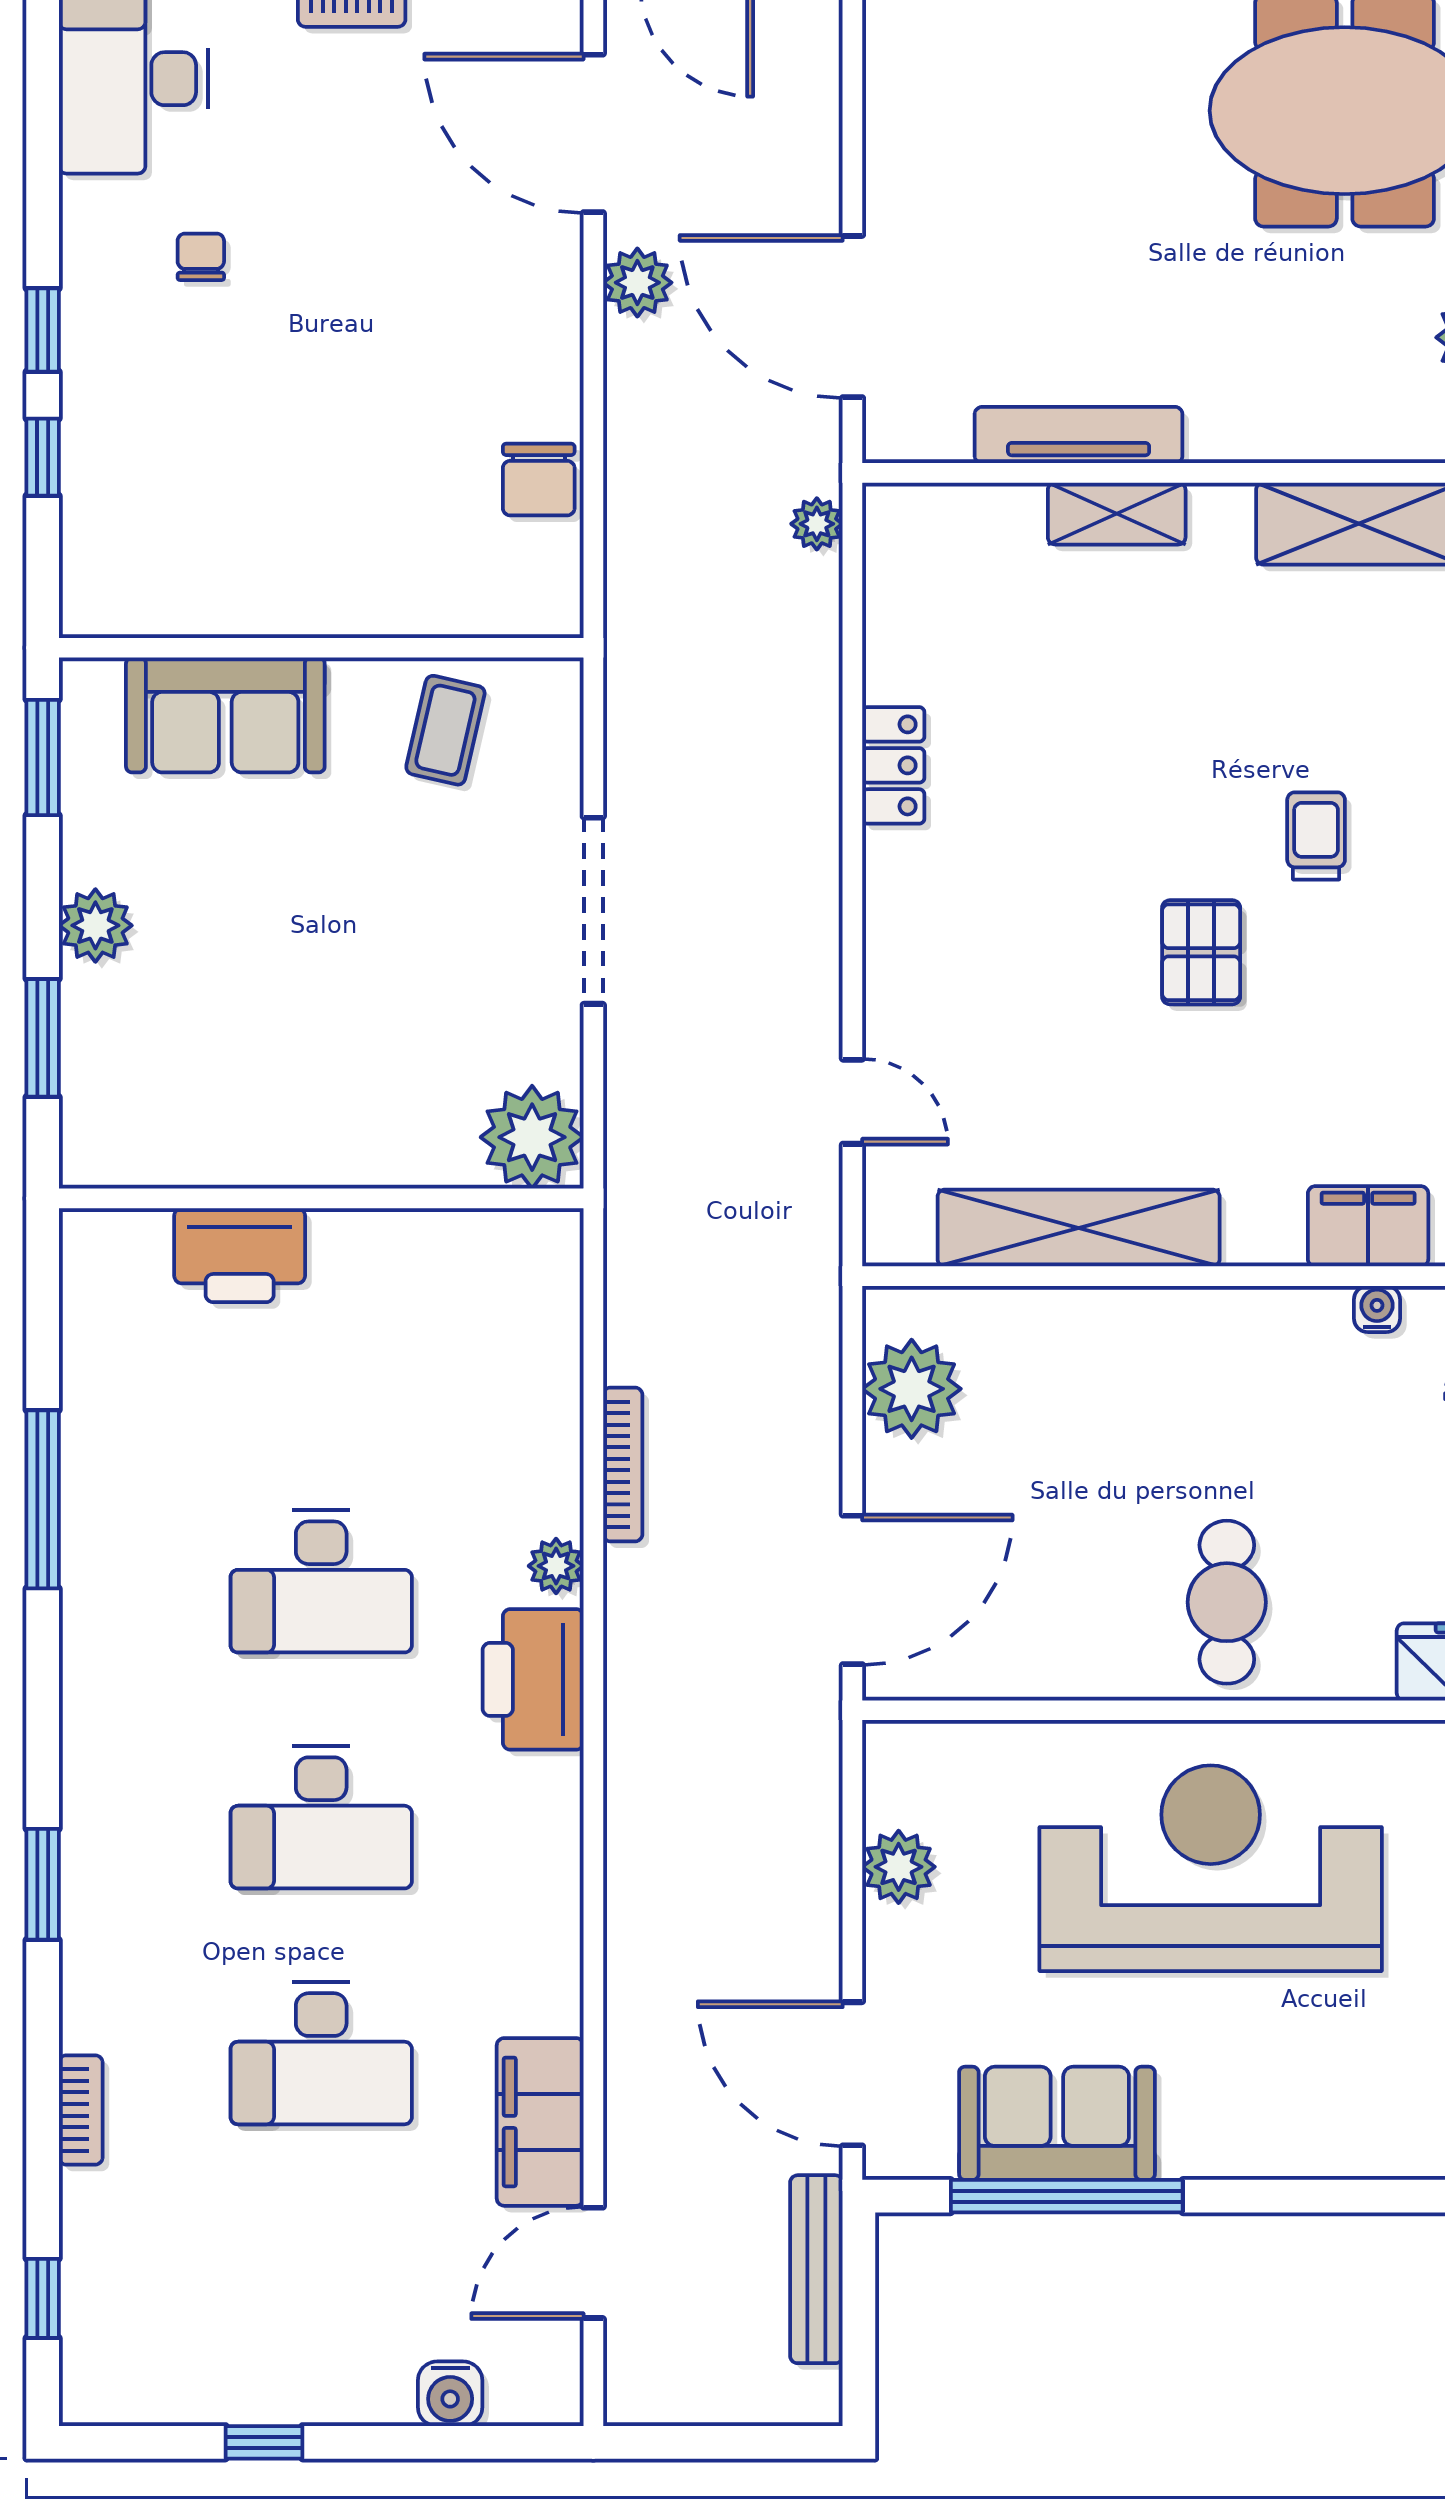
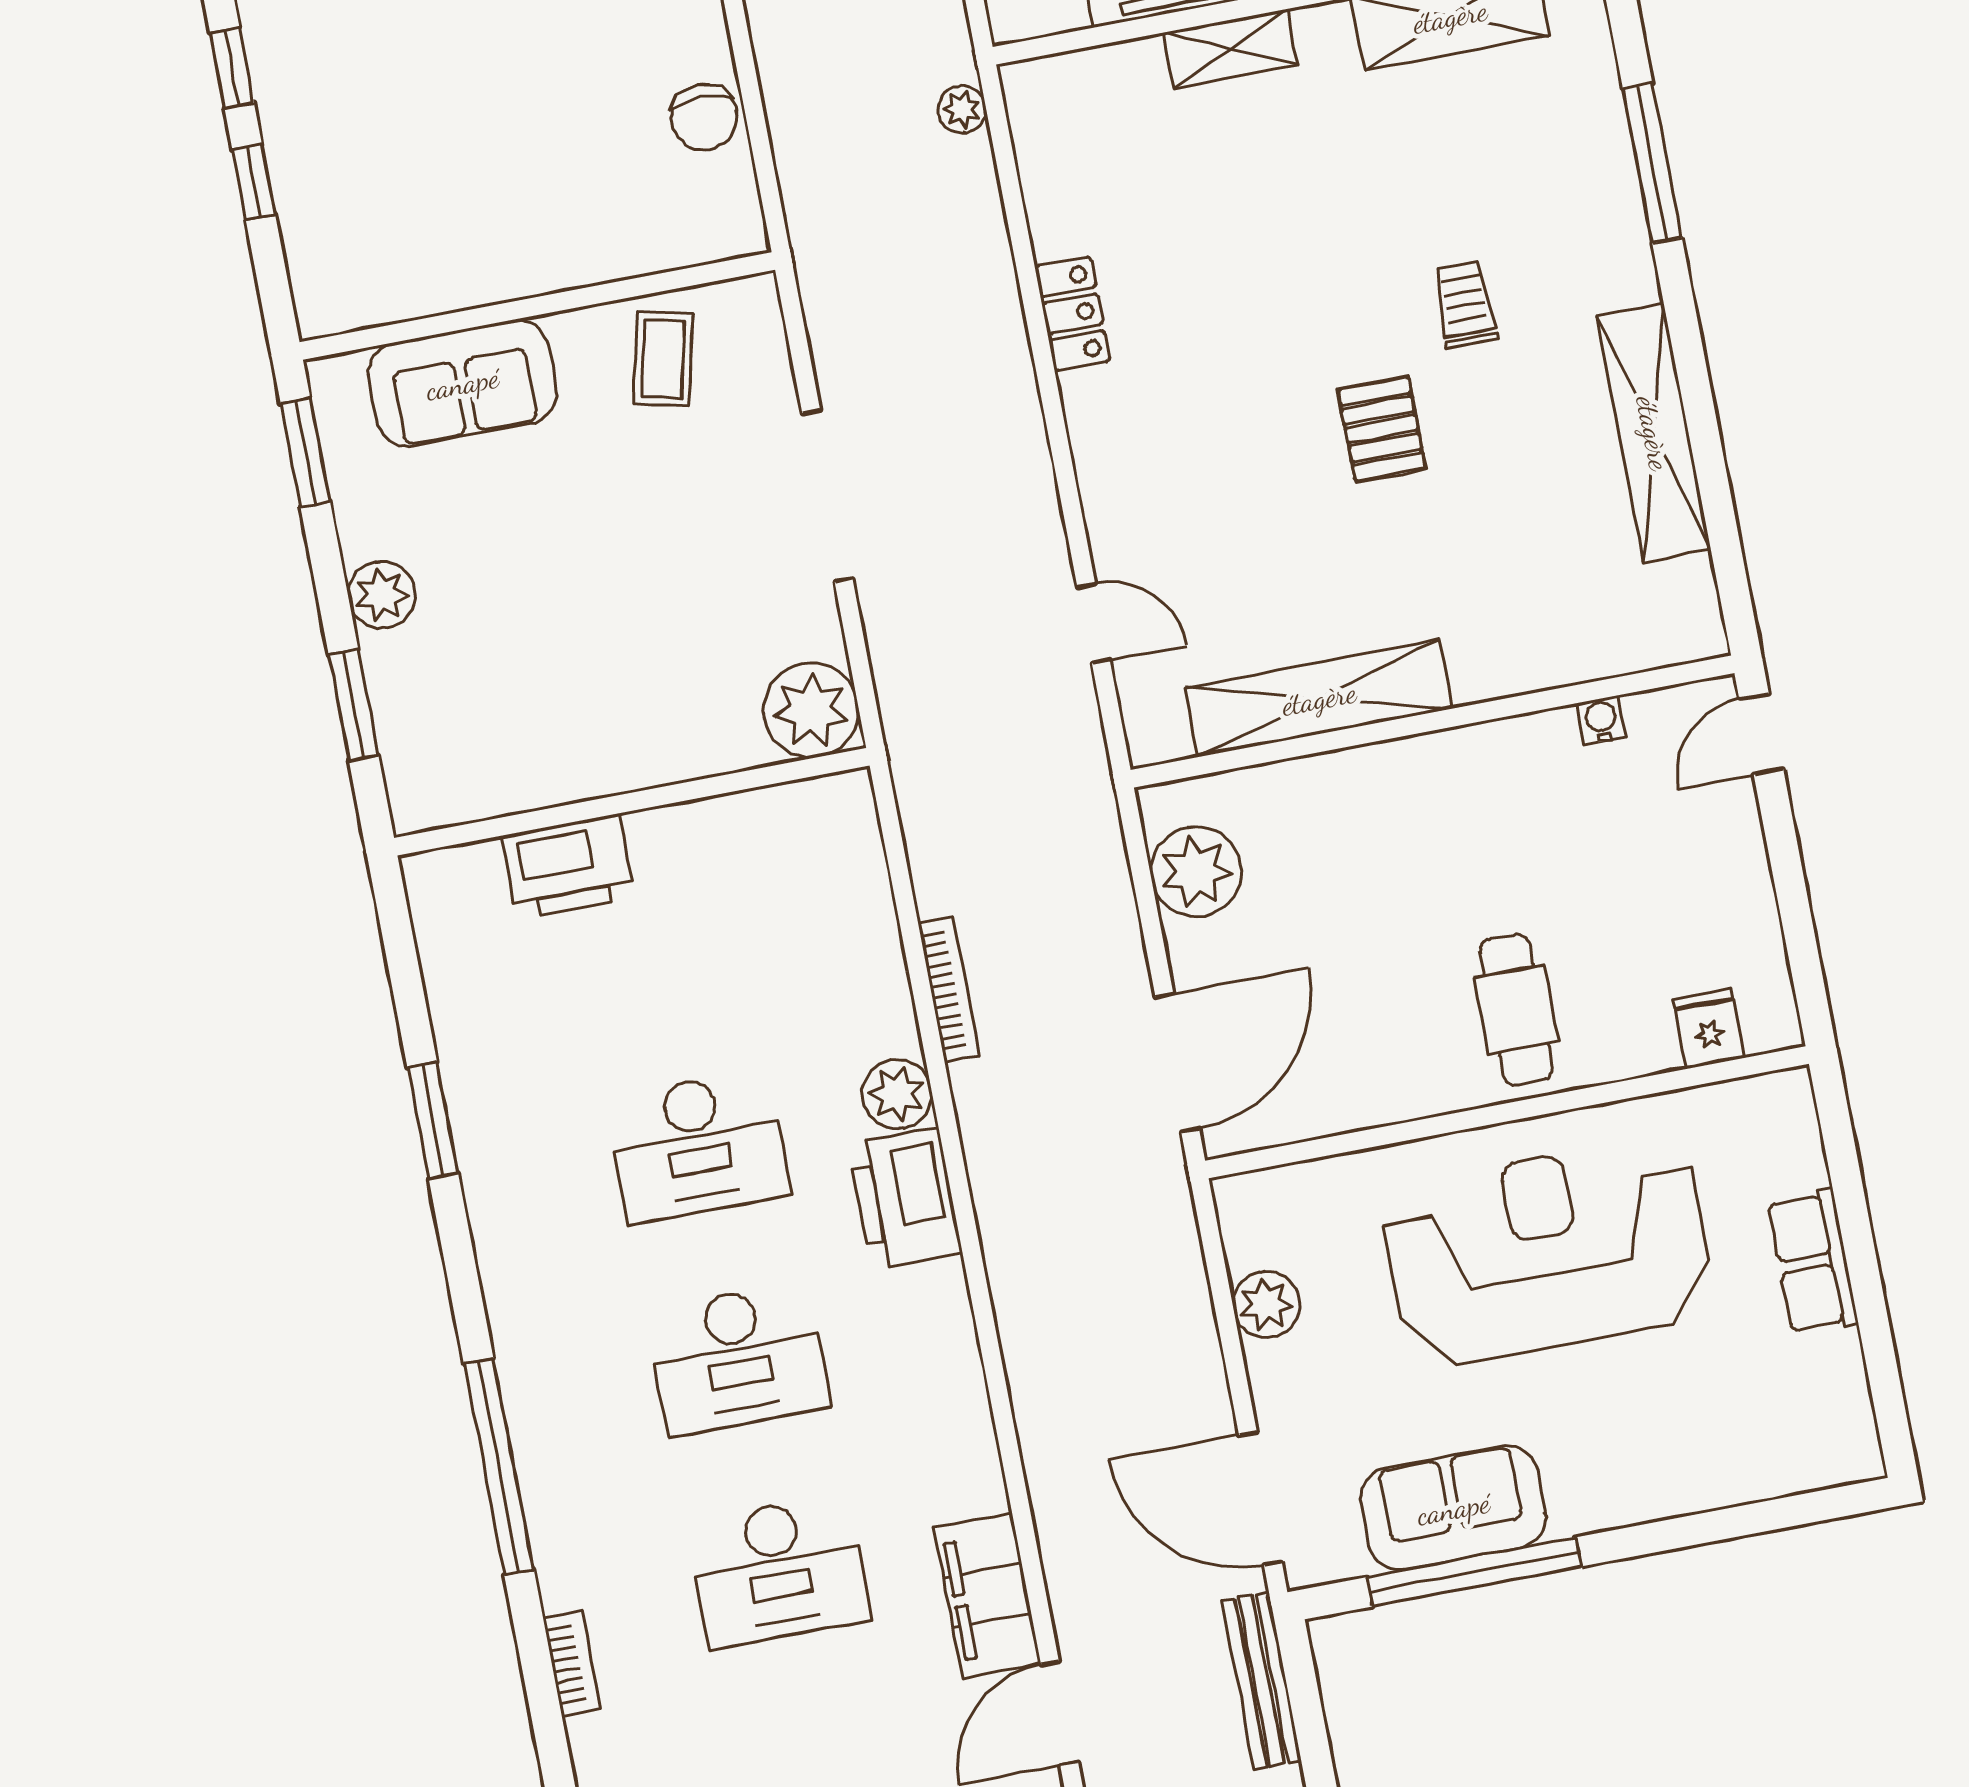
filing cabinet: (1368, 1226) -> (1579, 647), removed
window: (43, 1499) -> (433, 1120), width x0.69
plant: (556, 1566) -> (897, 1094), width x1.38, depth x1.38
window: (43, 1884) -> (499, 1467), width x2.11

